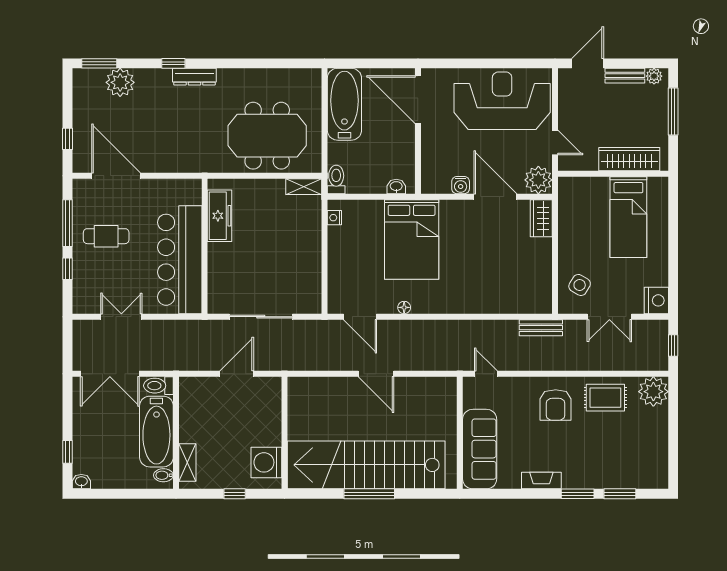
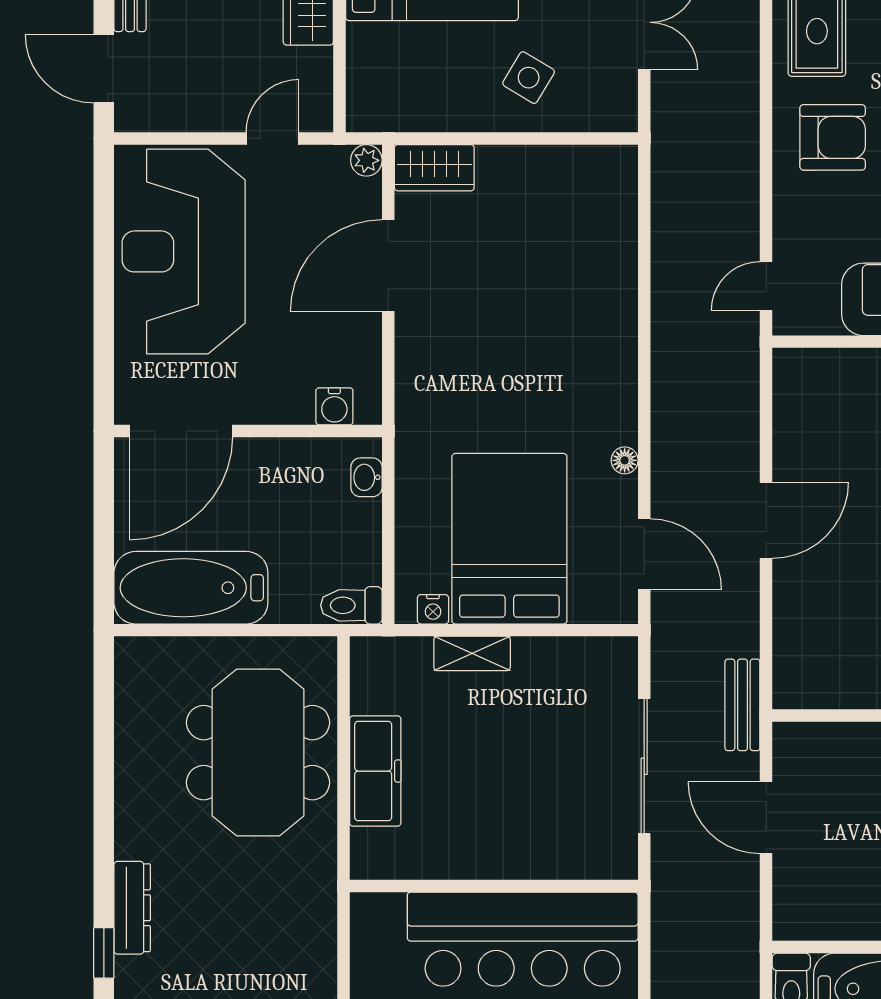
plant: (538, 180) -> (366, 160), width x0.53, depth x0.53
water cooler: (461, 185) -> (334, 406), moved, turned 90
shelving: (304, 187) -> (472, 653), moved, turned 90
freezer: (219, 216) -> (375, 771), moved, turned 90
bed: (412, 239) -> (509, 539), moved, turned -90
side table: (580, 285) -> (529, 78), moved
door: (360, 317) -> (644, 554), hinge flipped
bench: (541, 328) -> (742, 705), moved

